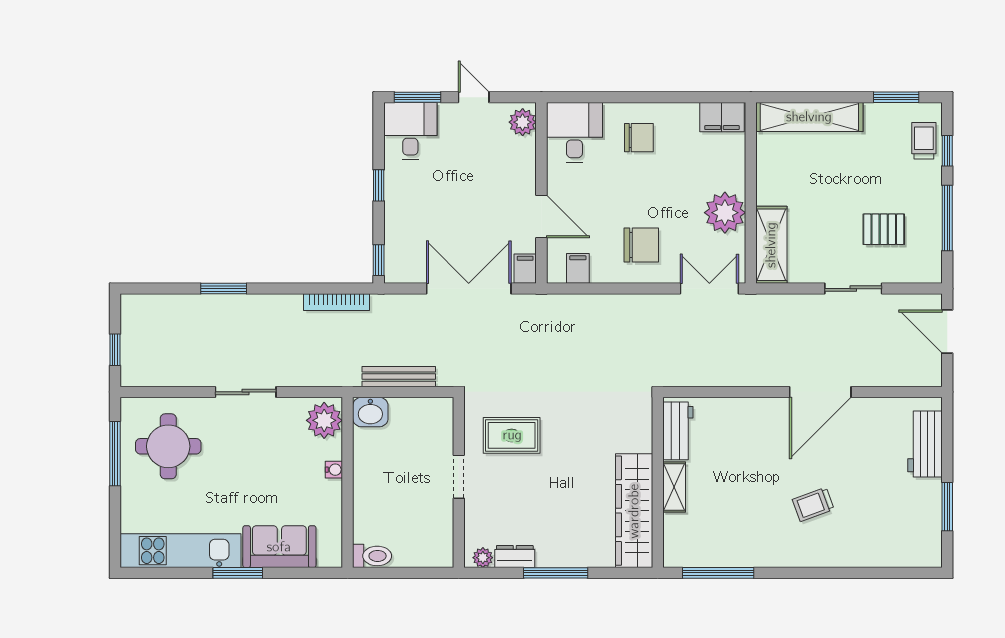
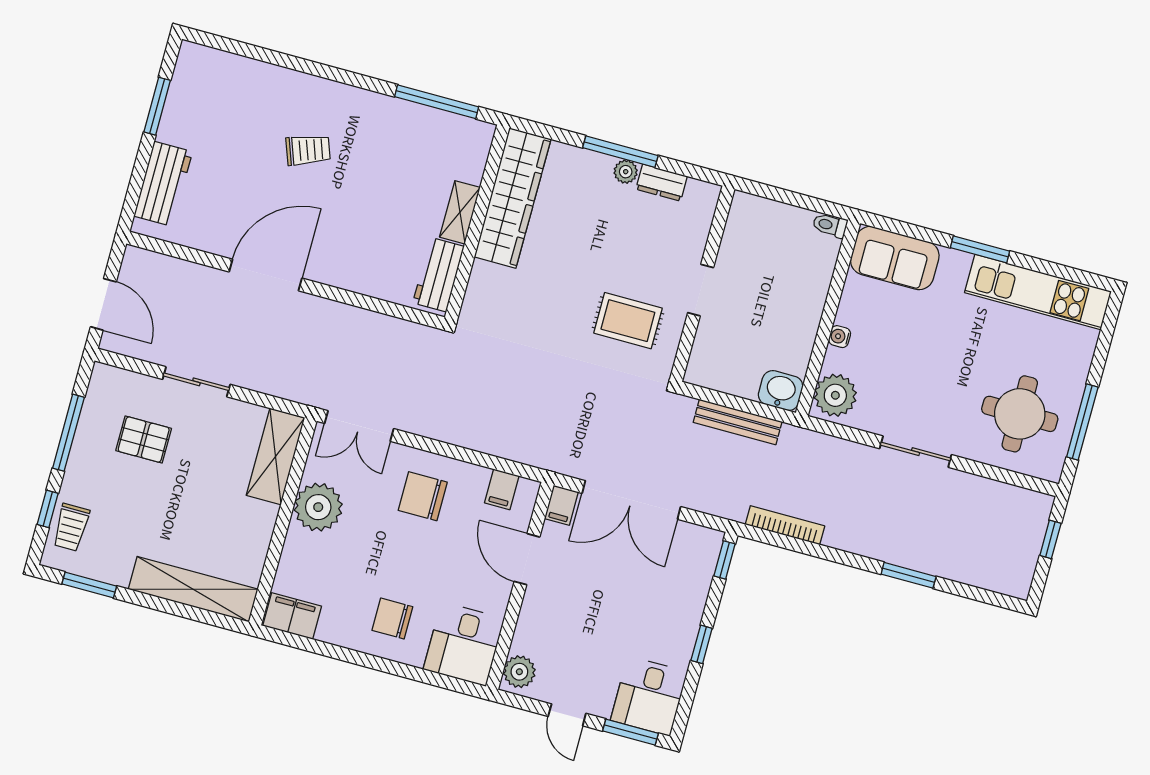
sofa: (279, 547) -> (895, 258), moved
toilet: (372, 556) -> (830, 225), width x0.73, depth x0.72
plant: (483, 558) -> (626, 172), moved

